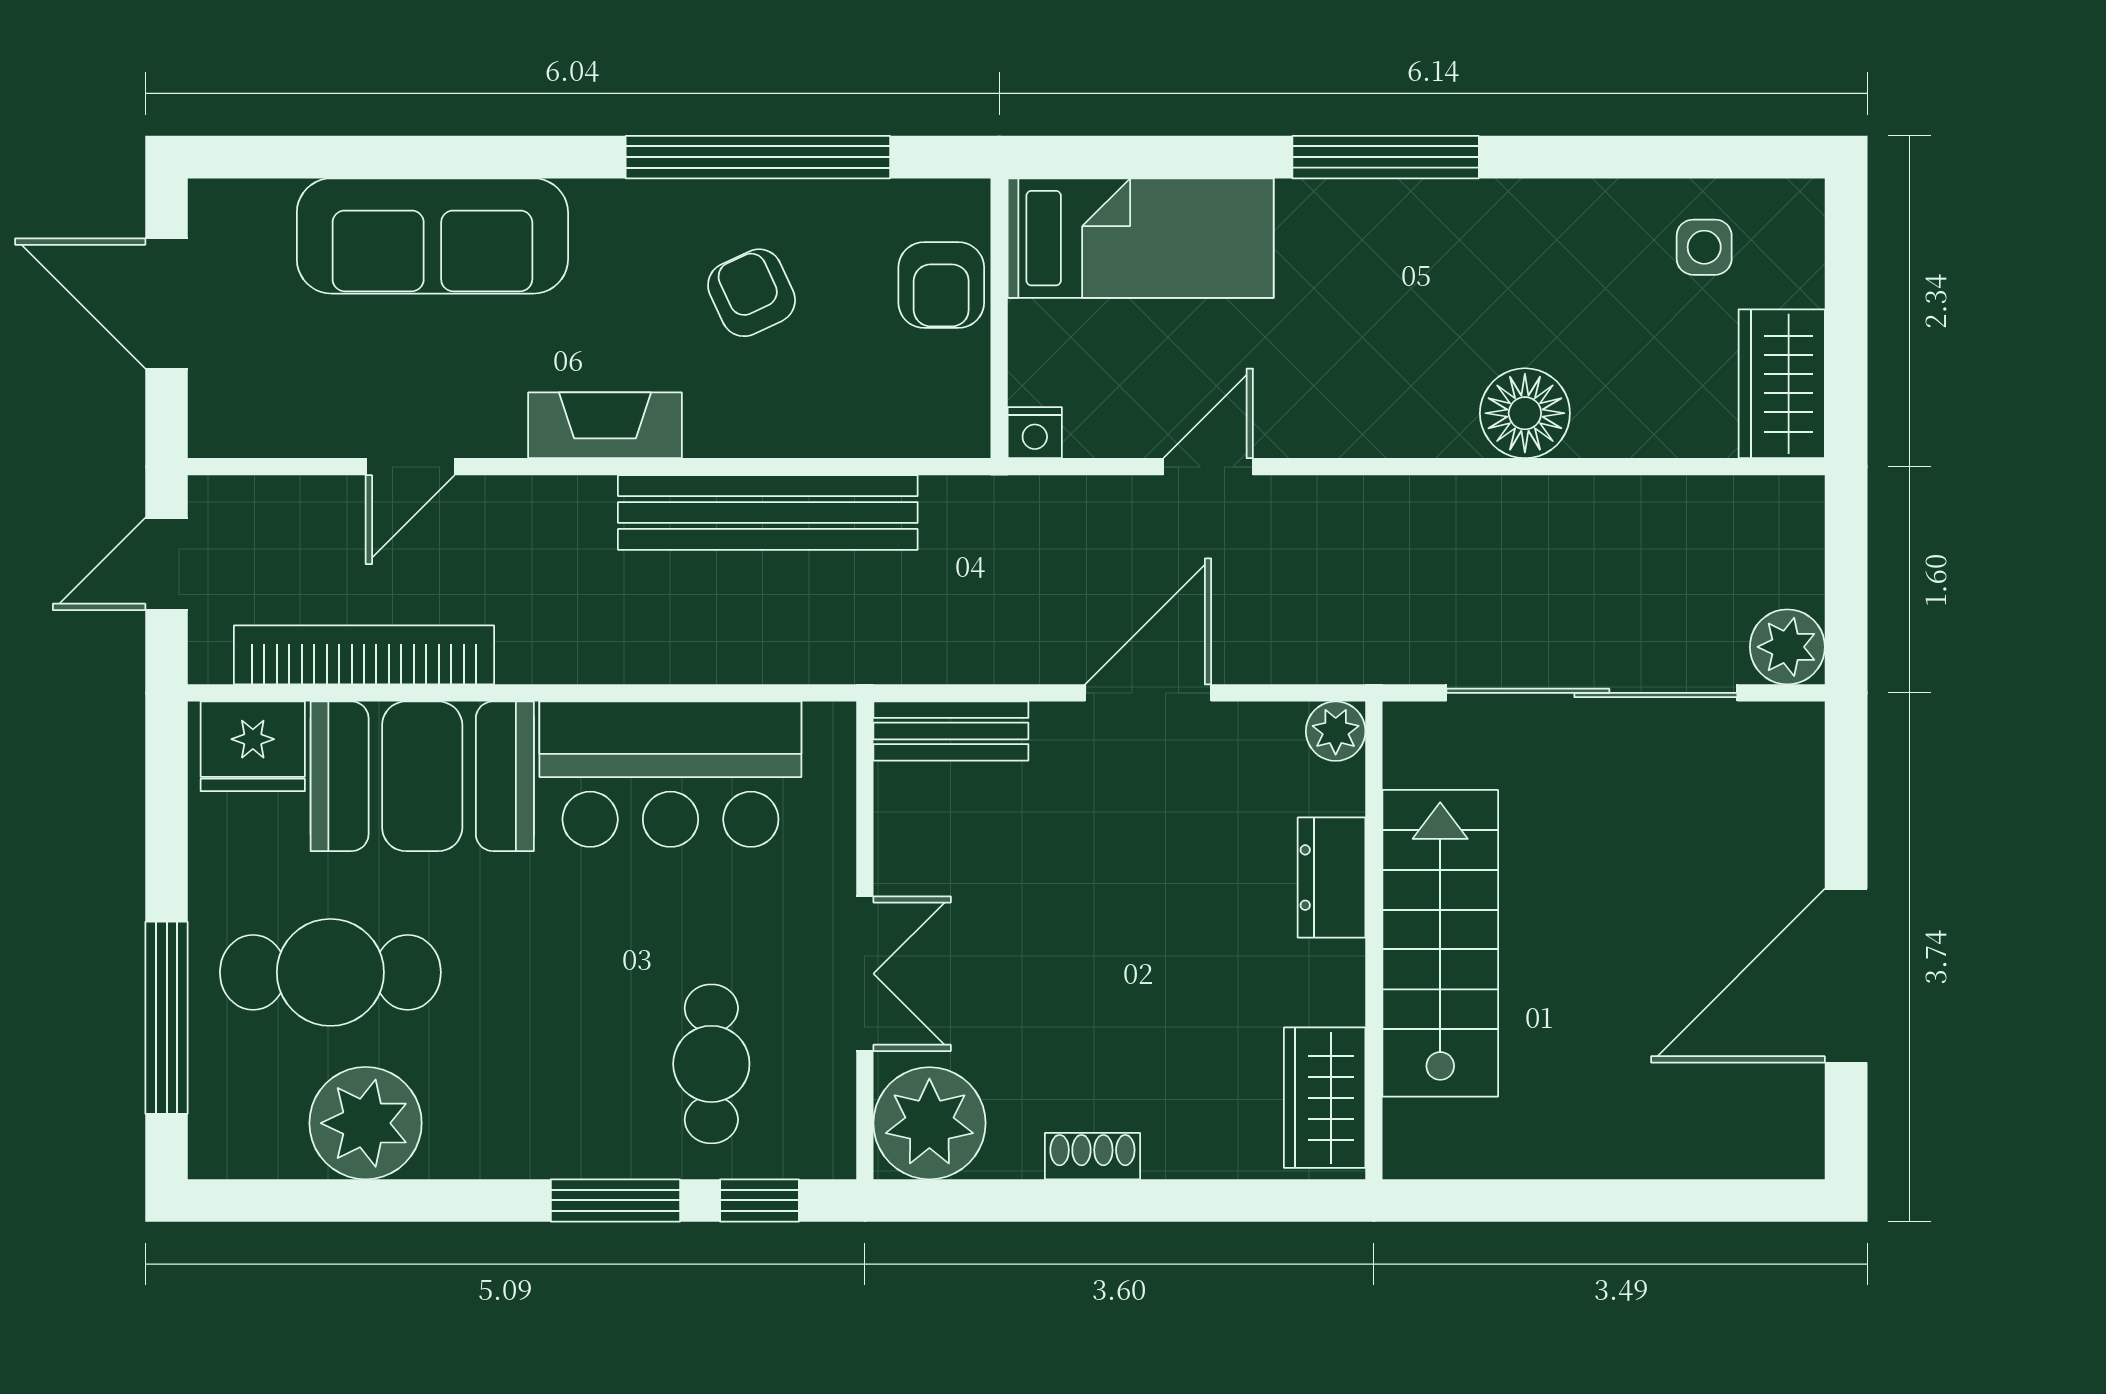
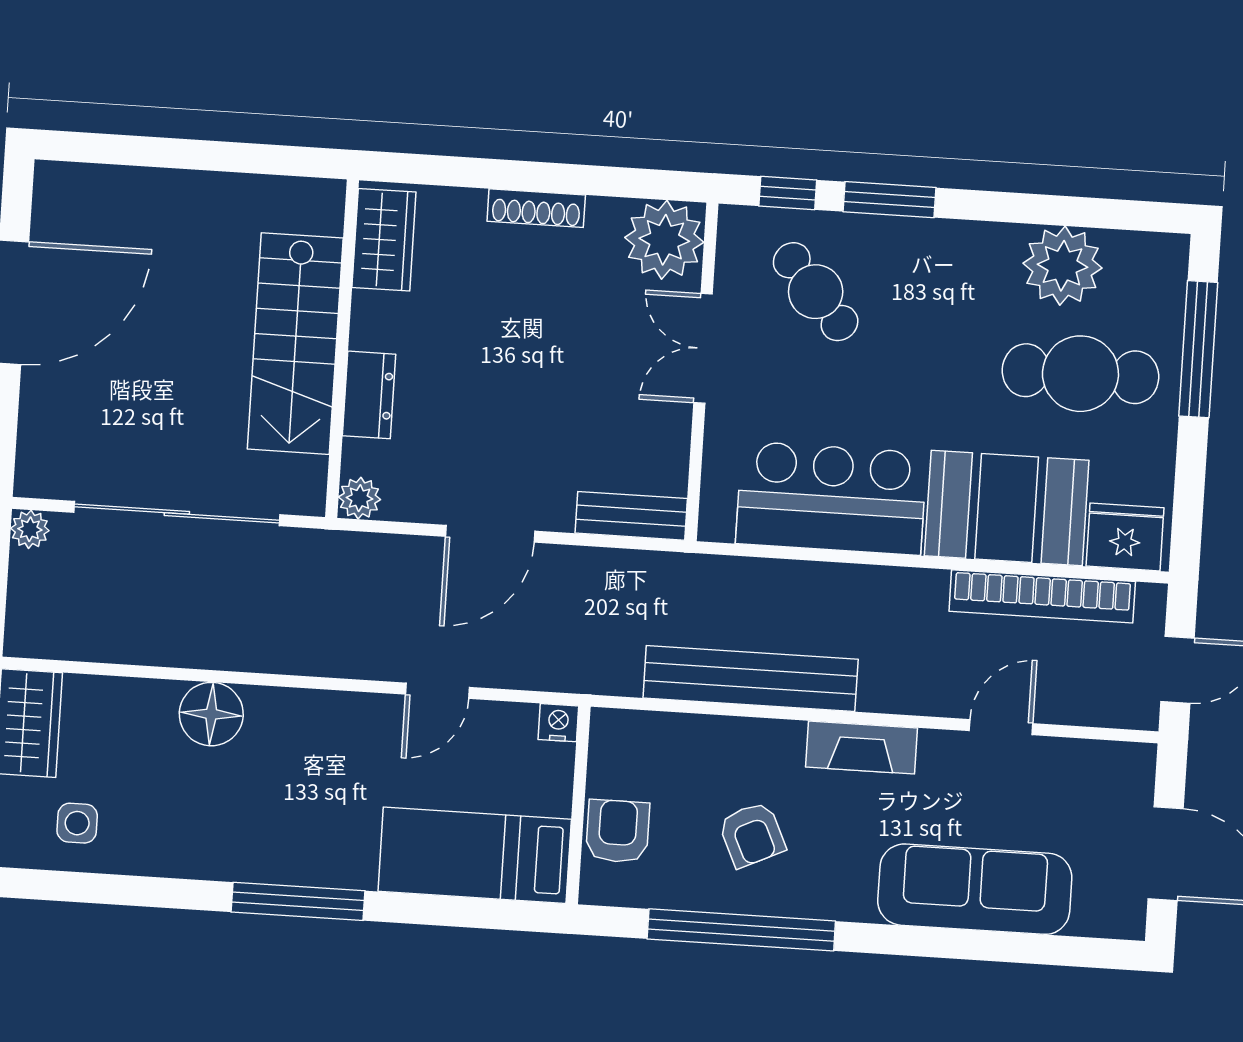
plant: (1787, 647) -> (30, 529), width x0.73, depth x0.73
cafe table: (711, 1064) -> (816, 292), turned -41
shoe rack: (1092, 1156) -> (536, 208), width x1.43

